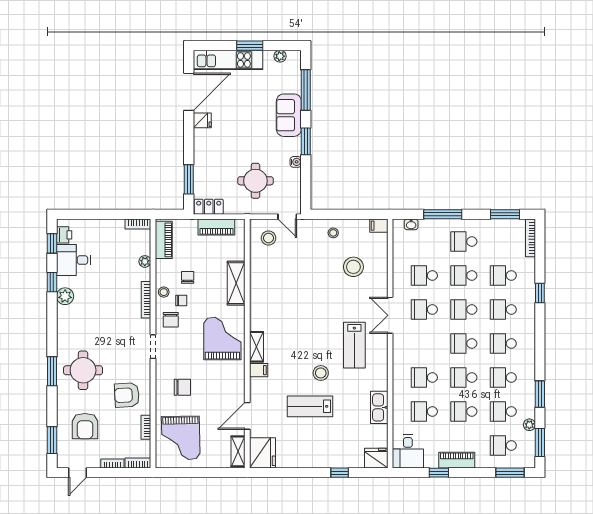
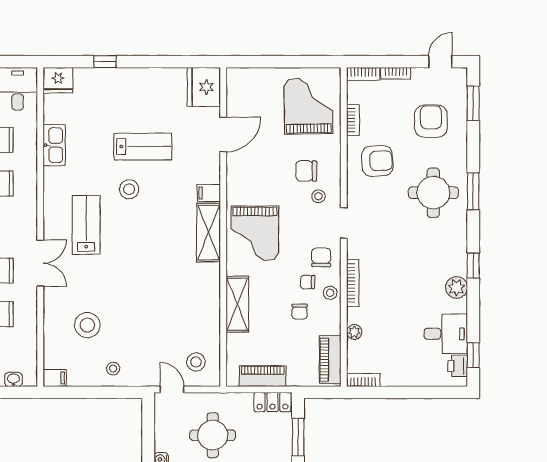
window: (52, 282) -> (473, 265), moved
shelving: (256, 347) -> (208, 233), width x1.50, depth x1.33
stool: (173, 367) -> (319, 196), added
shelving: (238, 451) -> (235, 89), removed

